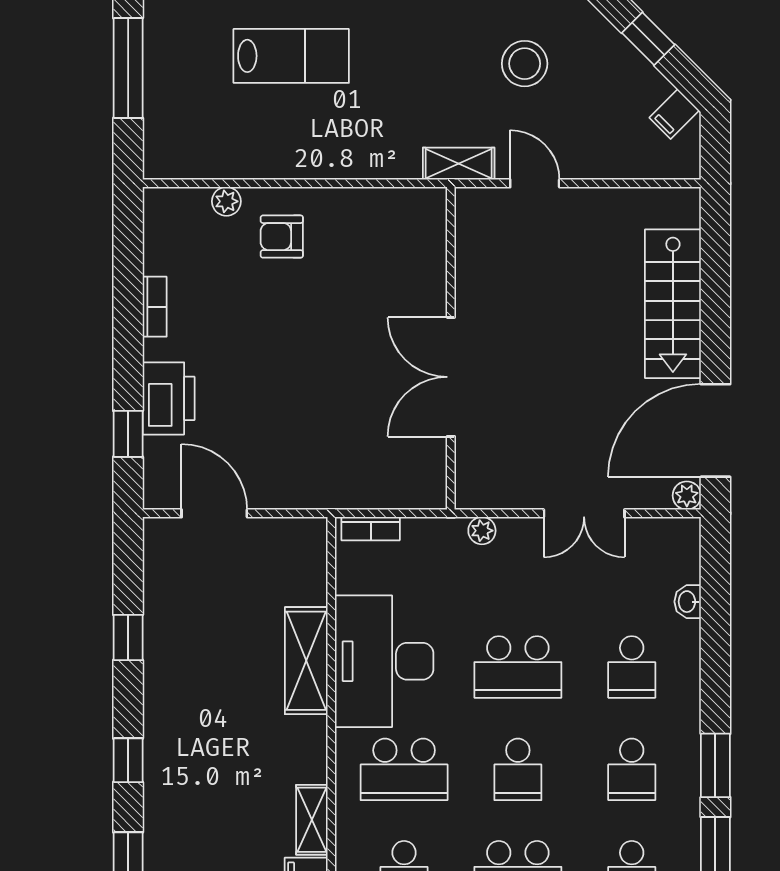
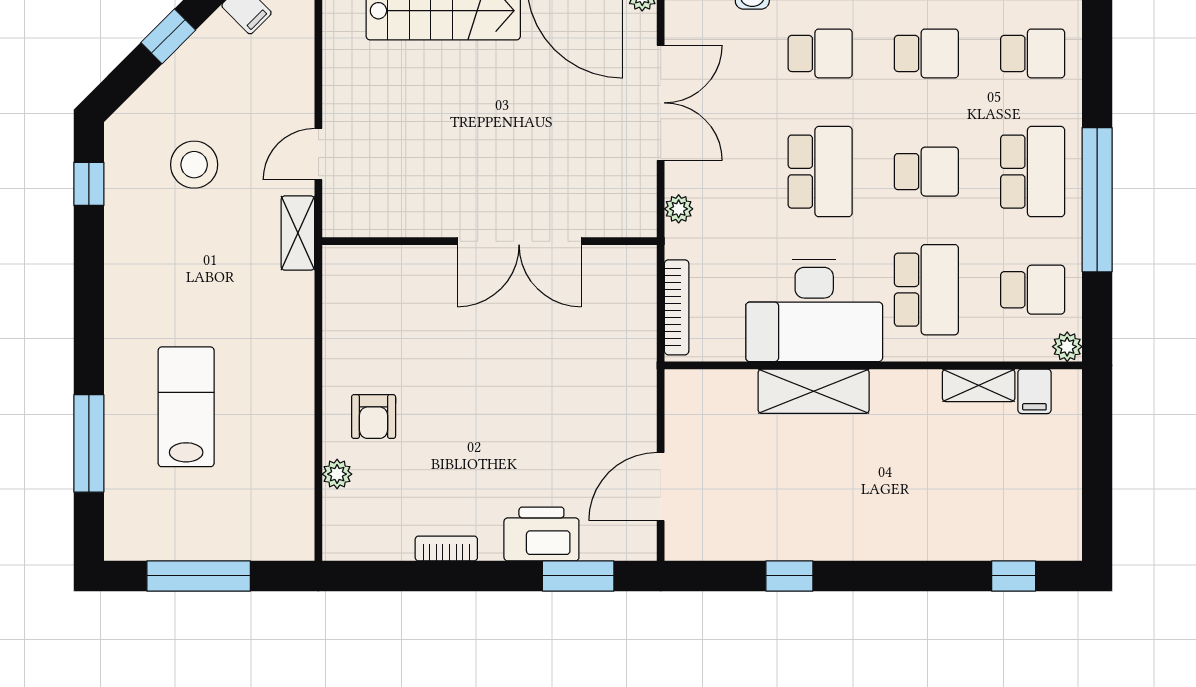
window: (128, 434) -> (578, 576), width x1.50
double door: (584, 513) -> (661, 103), width x1.37
bookcase: (371, 529) -> (677, 307), width x1.56
window: (128, 760) -> (917, 576), removed

